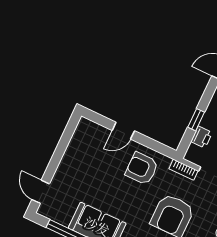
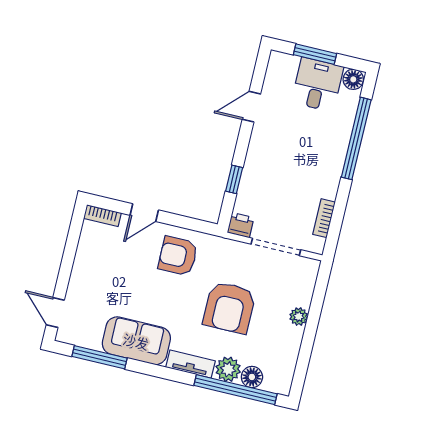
printer: (202, 137) -> (241, 225), moved, turned -90
bookcase: (183, 170) -> (102, 216), moved

